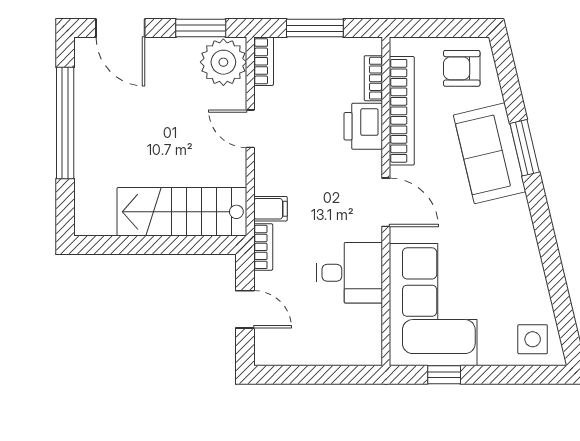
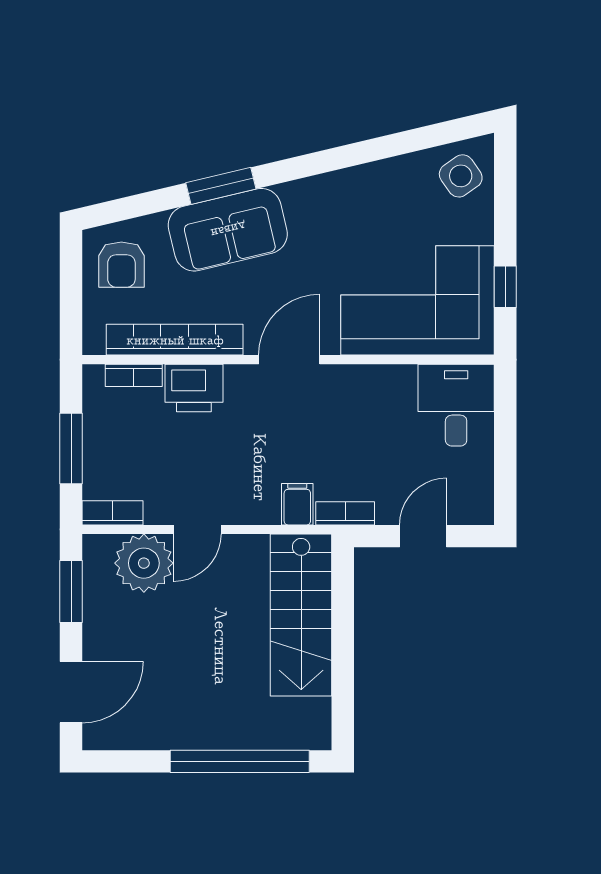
plant: (223, 62) -> (144, 563), moved
window: (65, 123) -> (240, 761), moved
desk: (350, 273) -> (456, 405), moved
side table: (533, 339) -> (461, 176), turned -35

